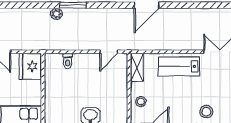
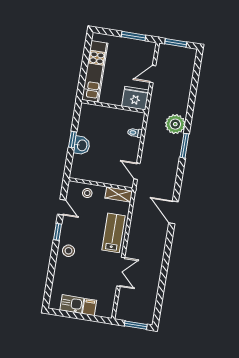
plant: (56, 14) -> (175, 124), width x1.87, depth x1.87

